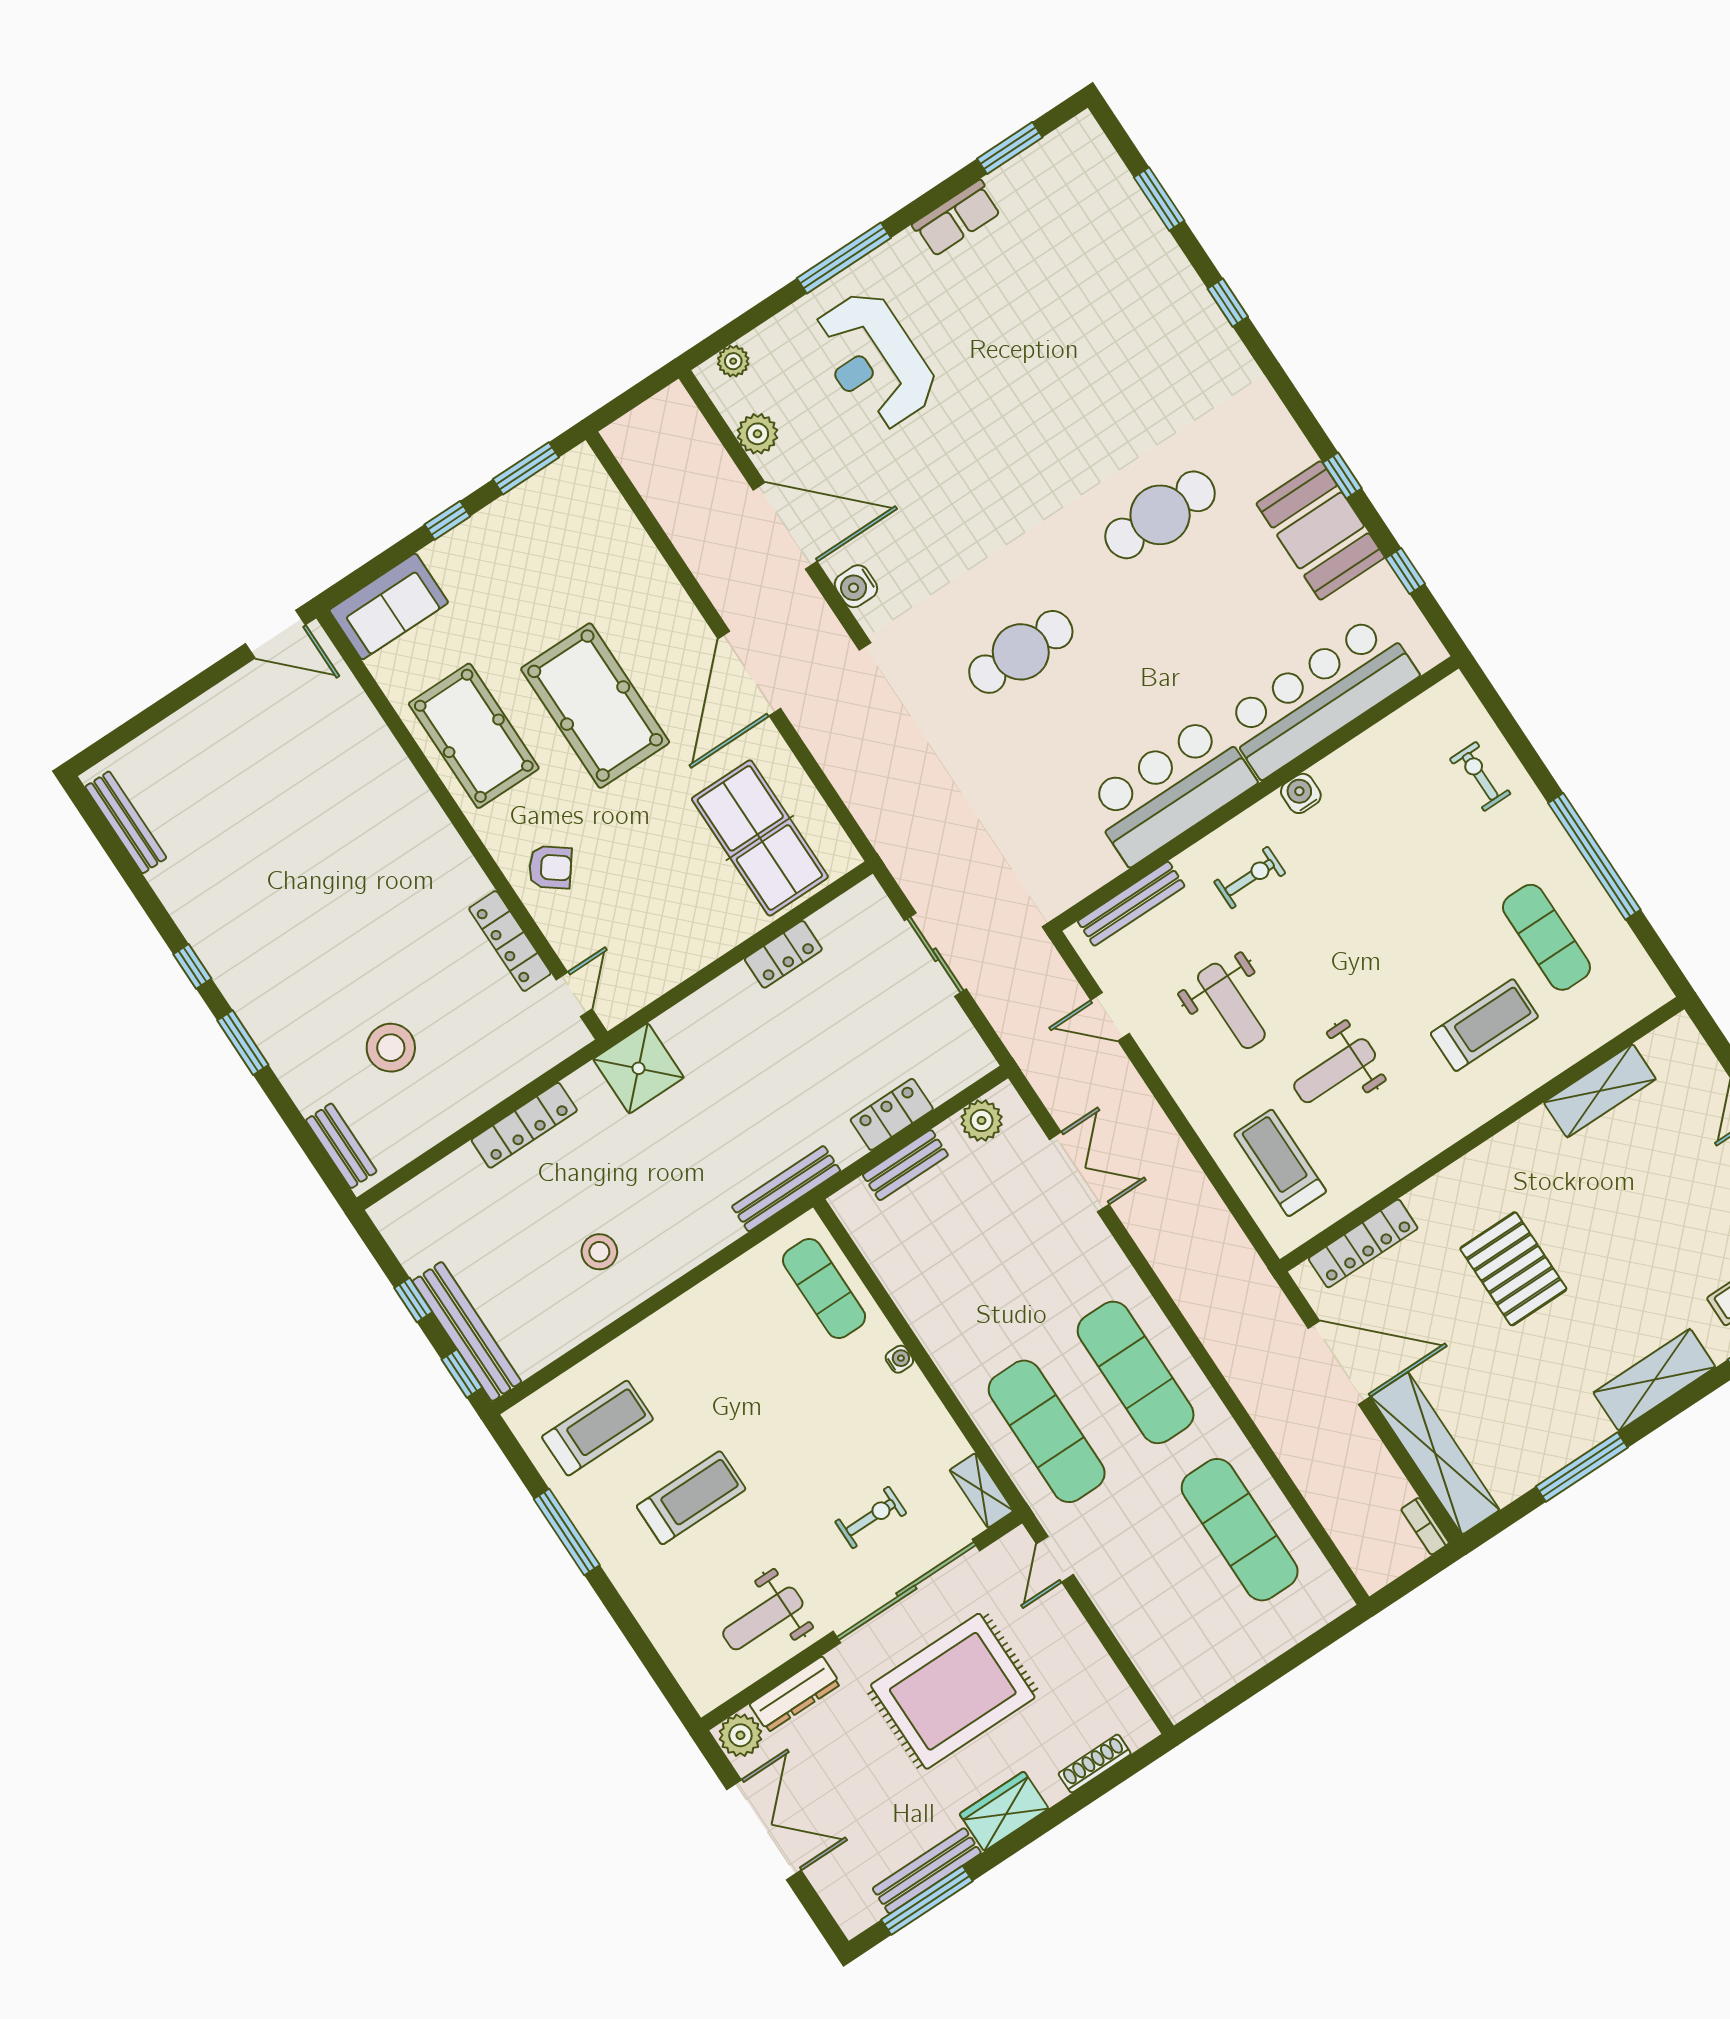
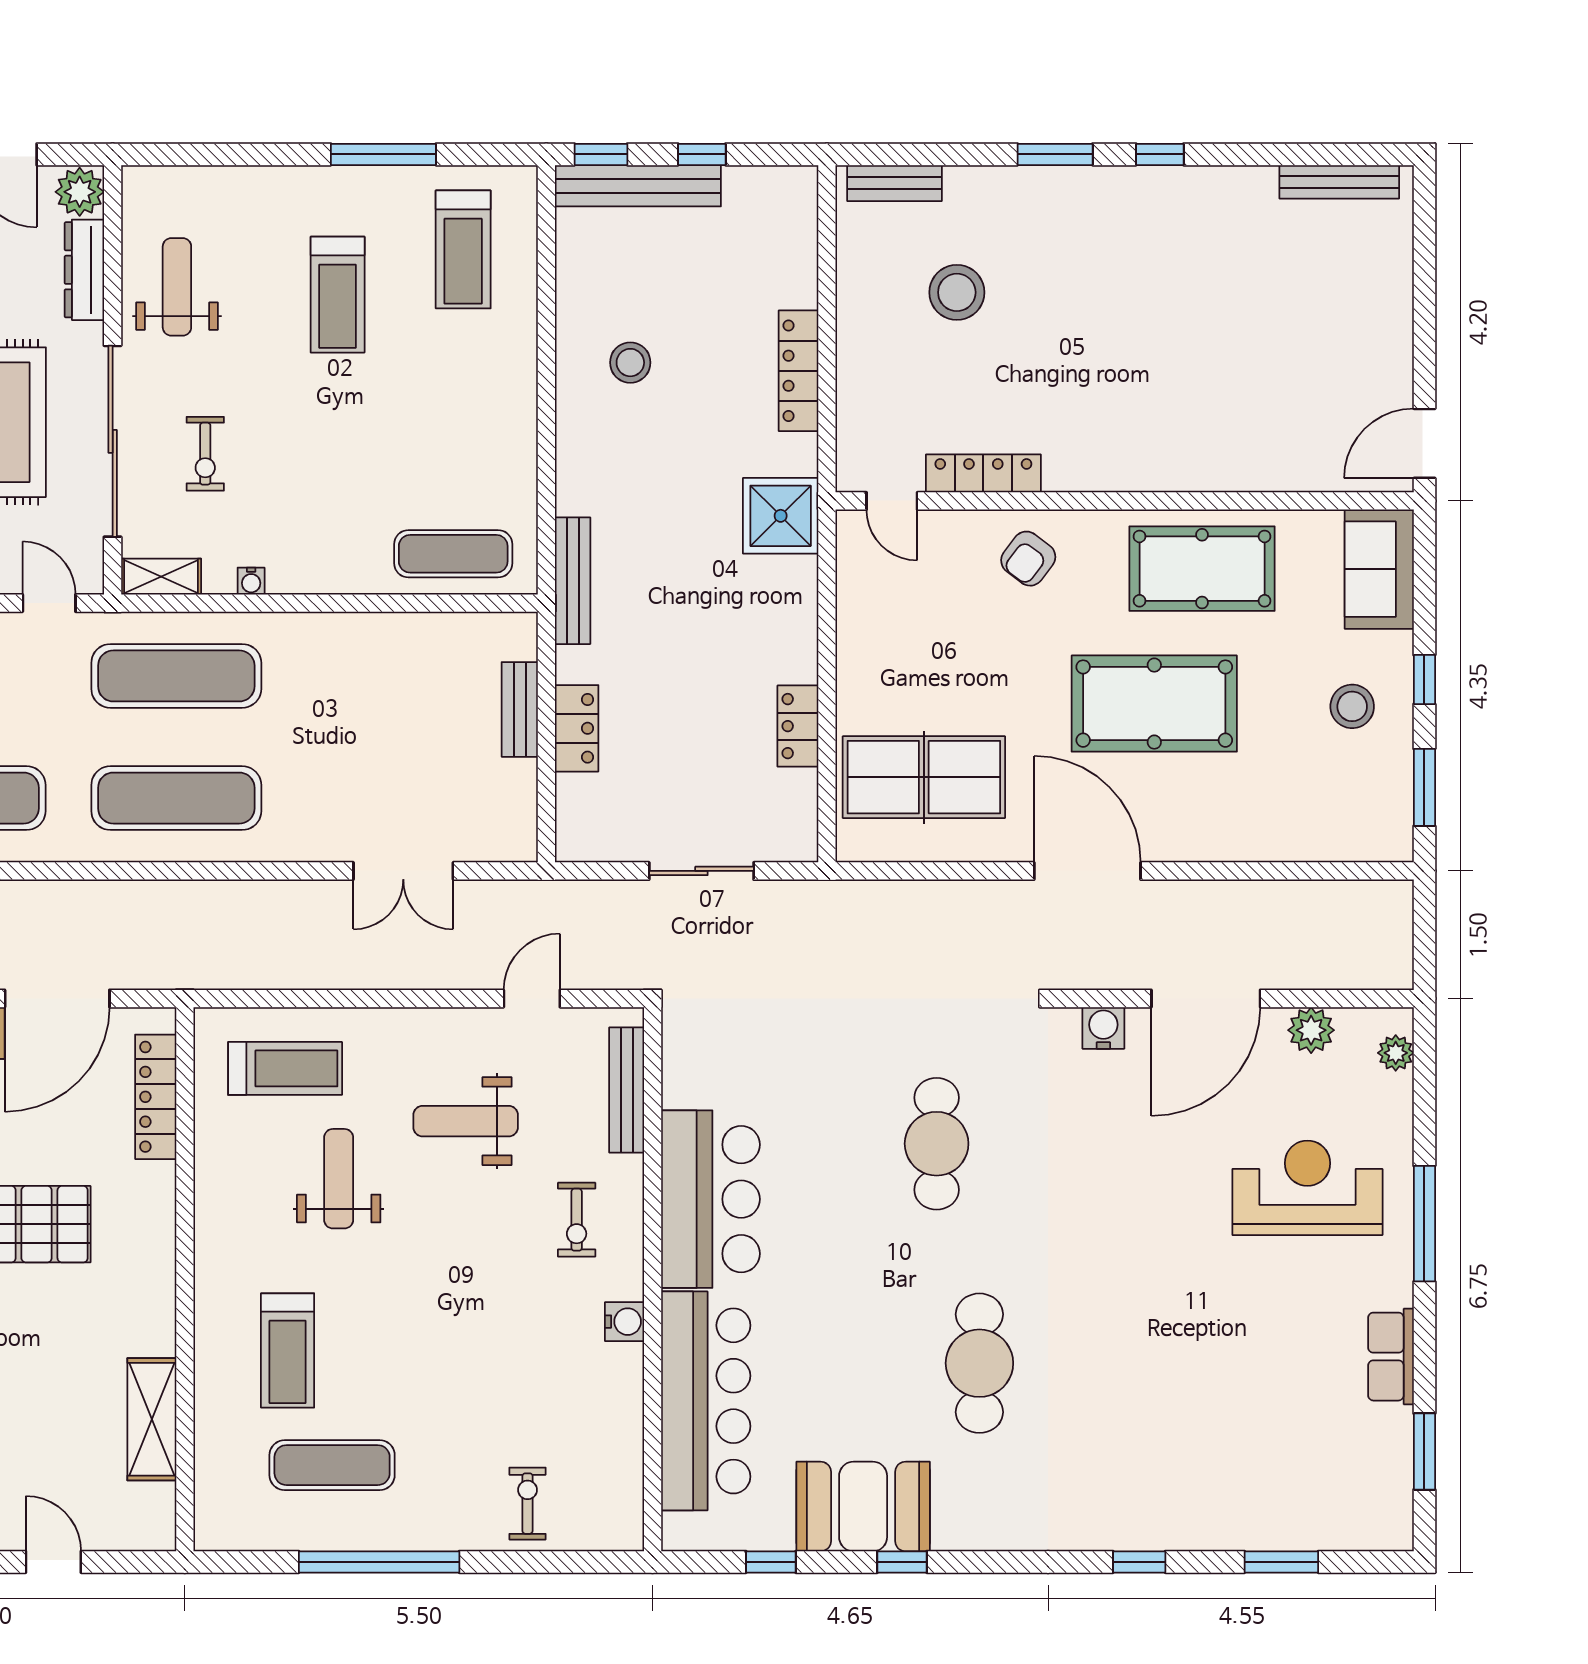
stool: (502, 560) -> (1352, 706), added
exercise bike: (1480, 776) -> (528, 1504), turned -90
plant: (982, 1120) -> (514, 810), removed
water cooler: (899, 1359) -> (251, 581), moved

